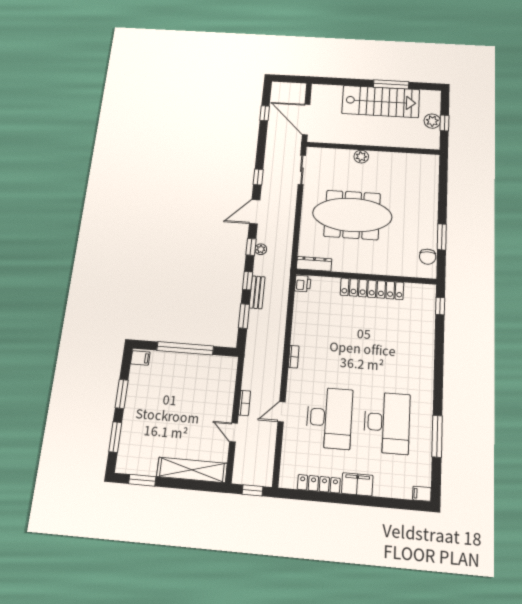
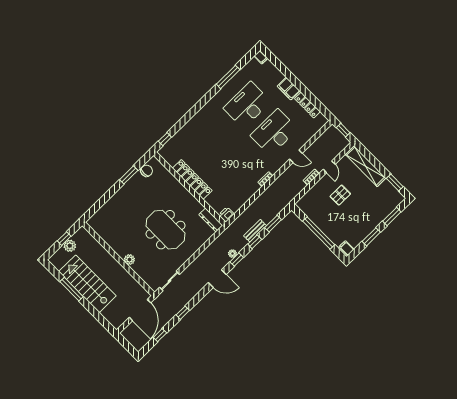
window: (258, 177) -> (183, 313), moved
meeting table: (352, 215) -> (165, 230), width x0.73
pallet: (195, 411) -> (340, 195), added

